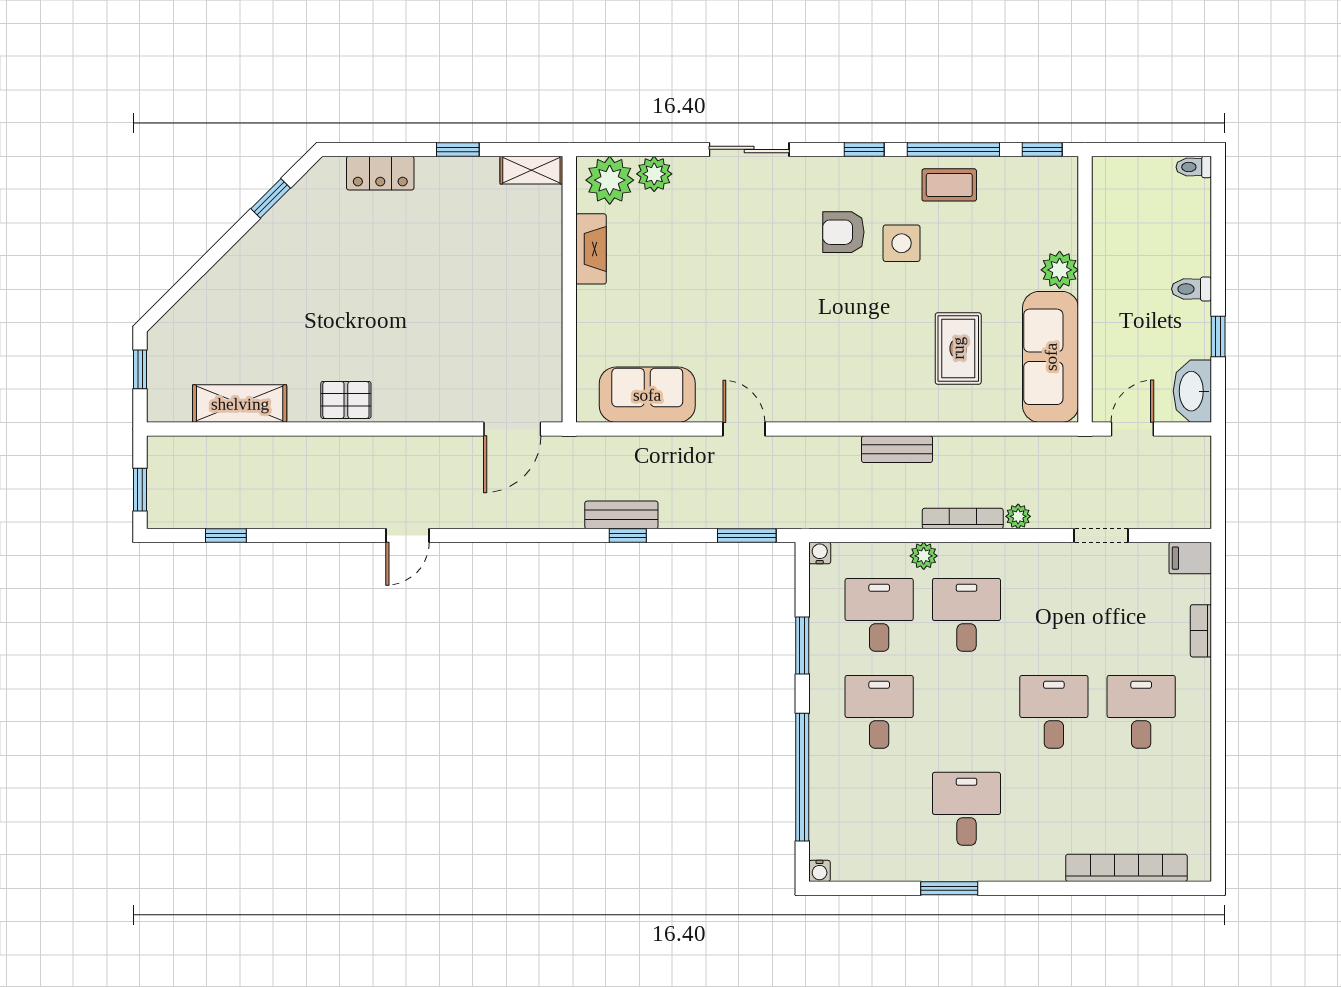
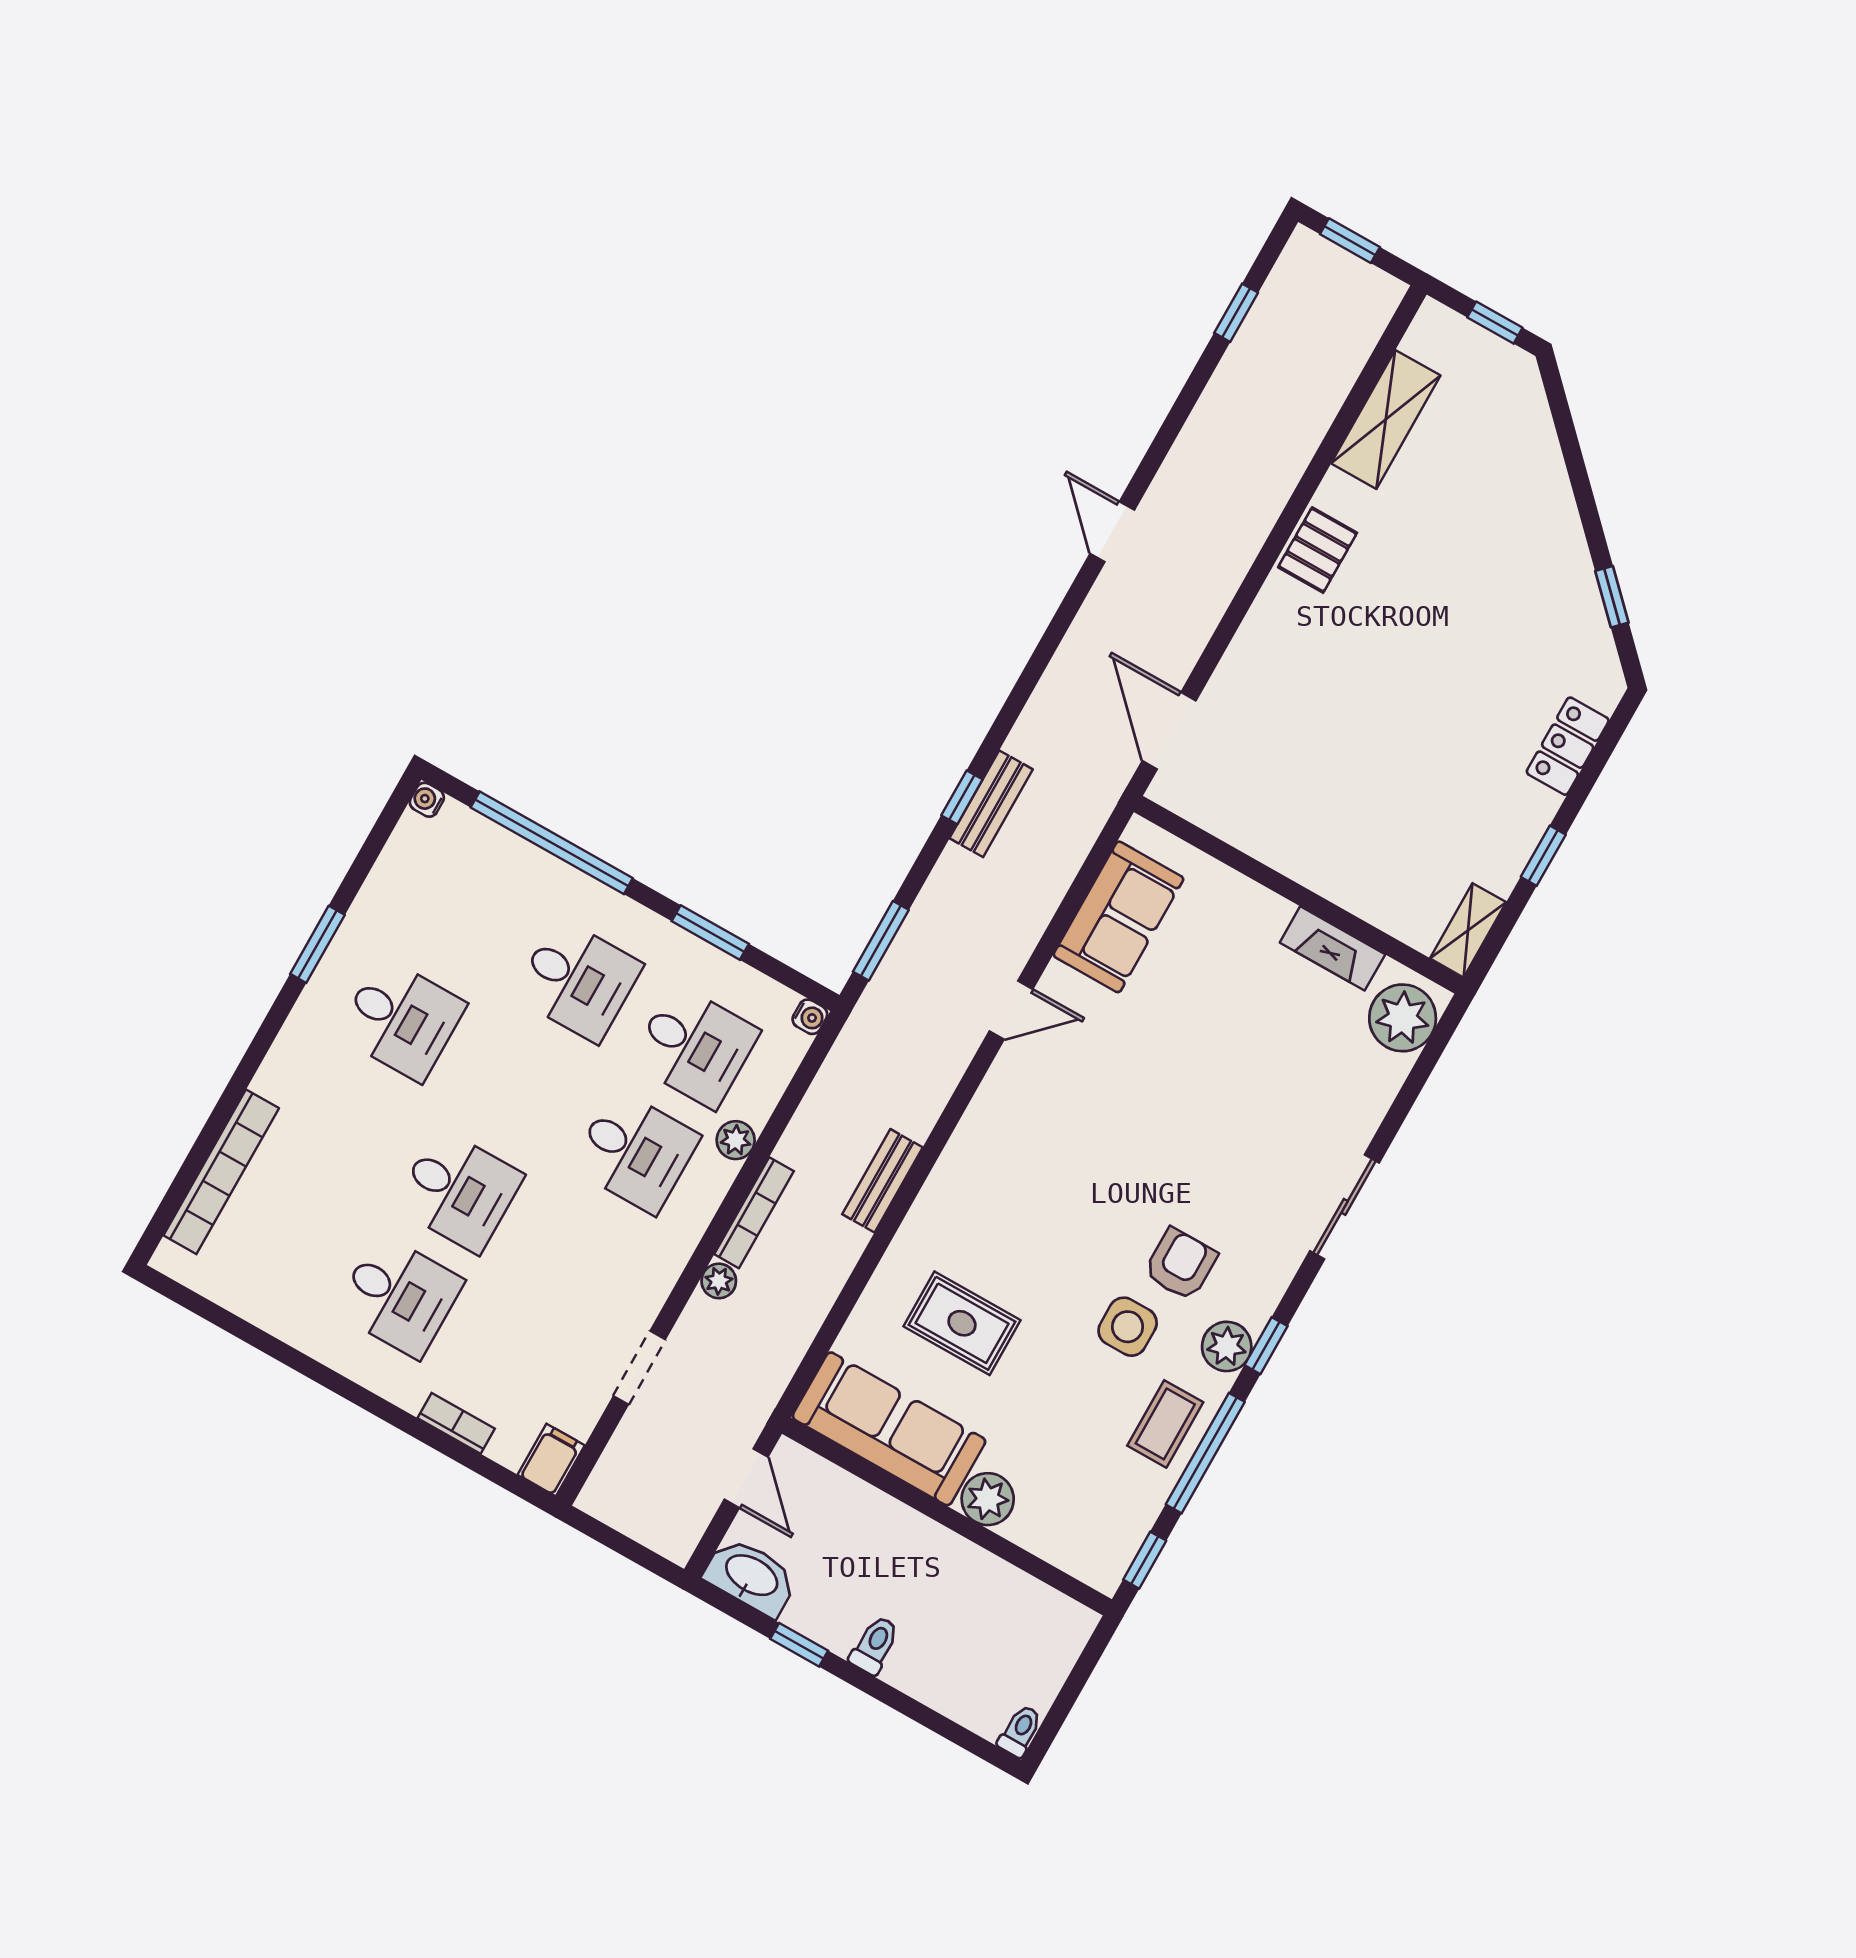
plant: (654, 174) -> (1227, 1346), moved

